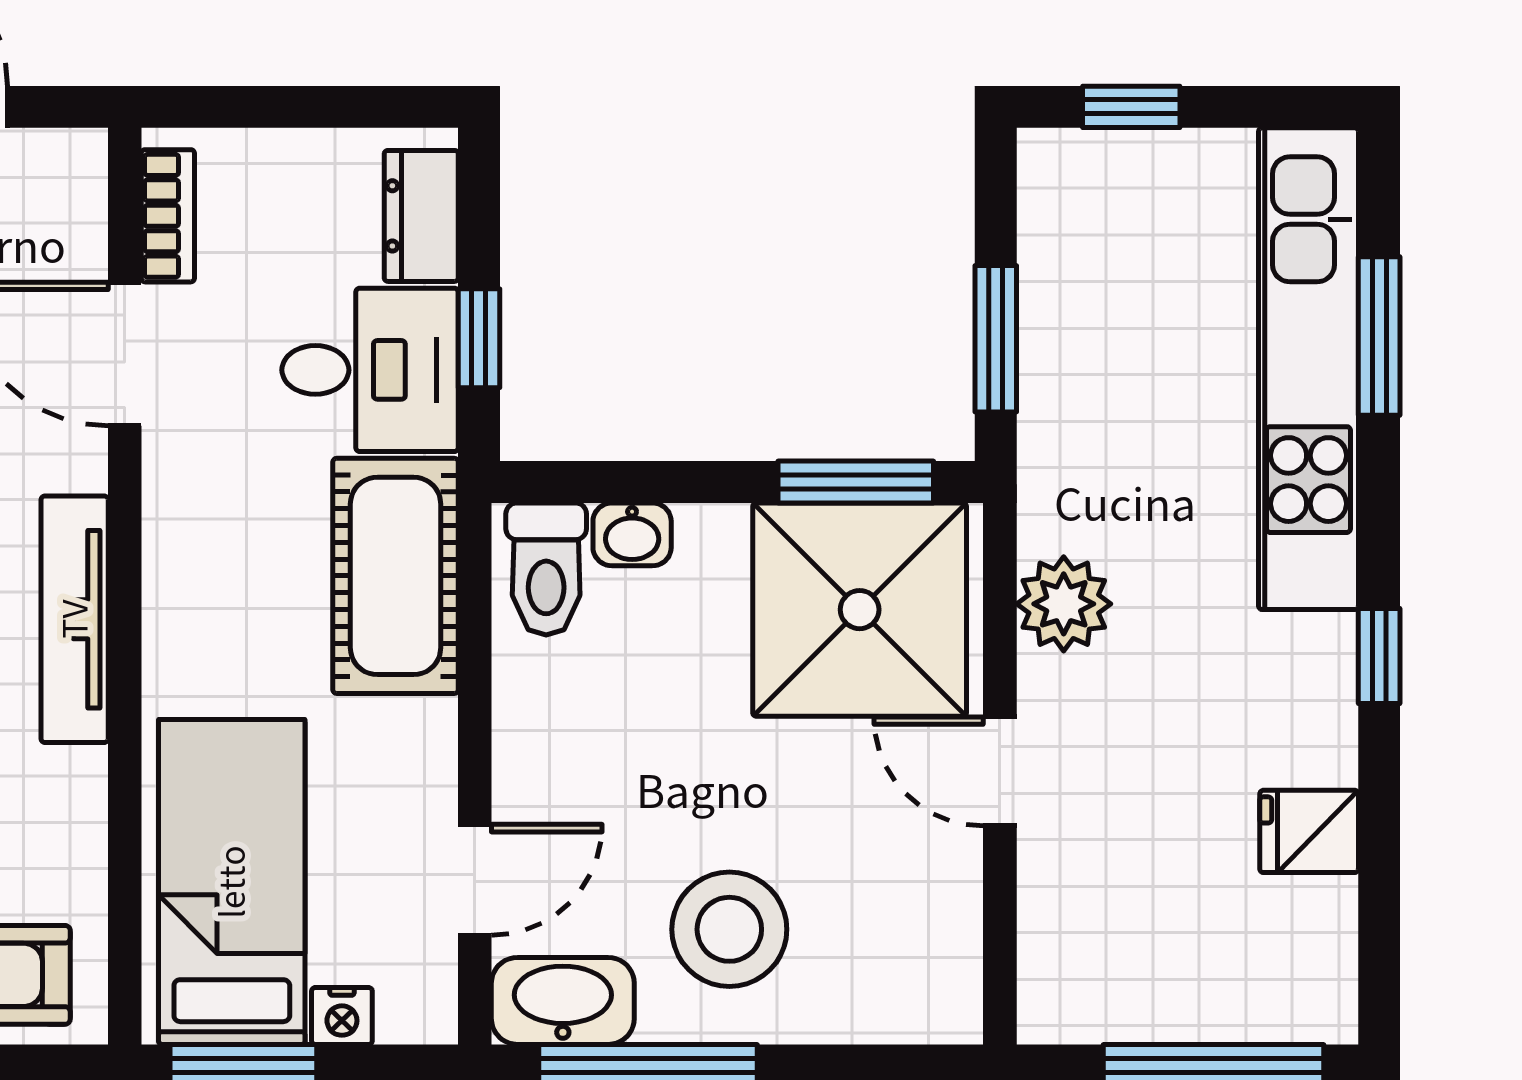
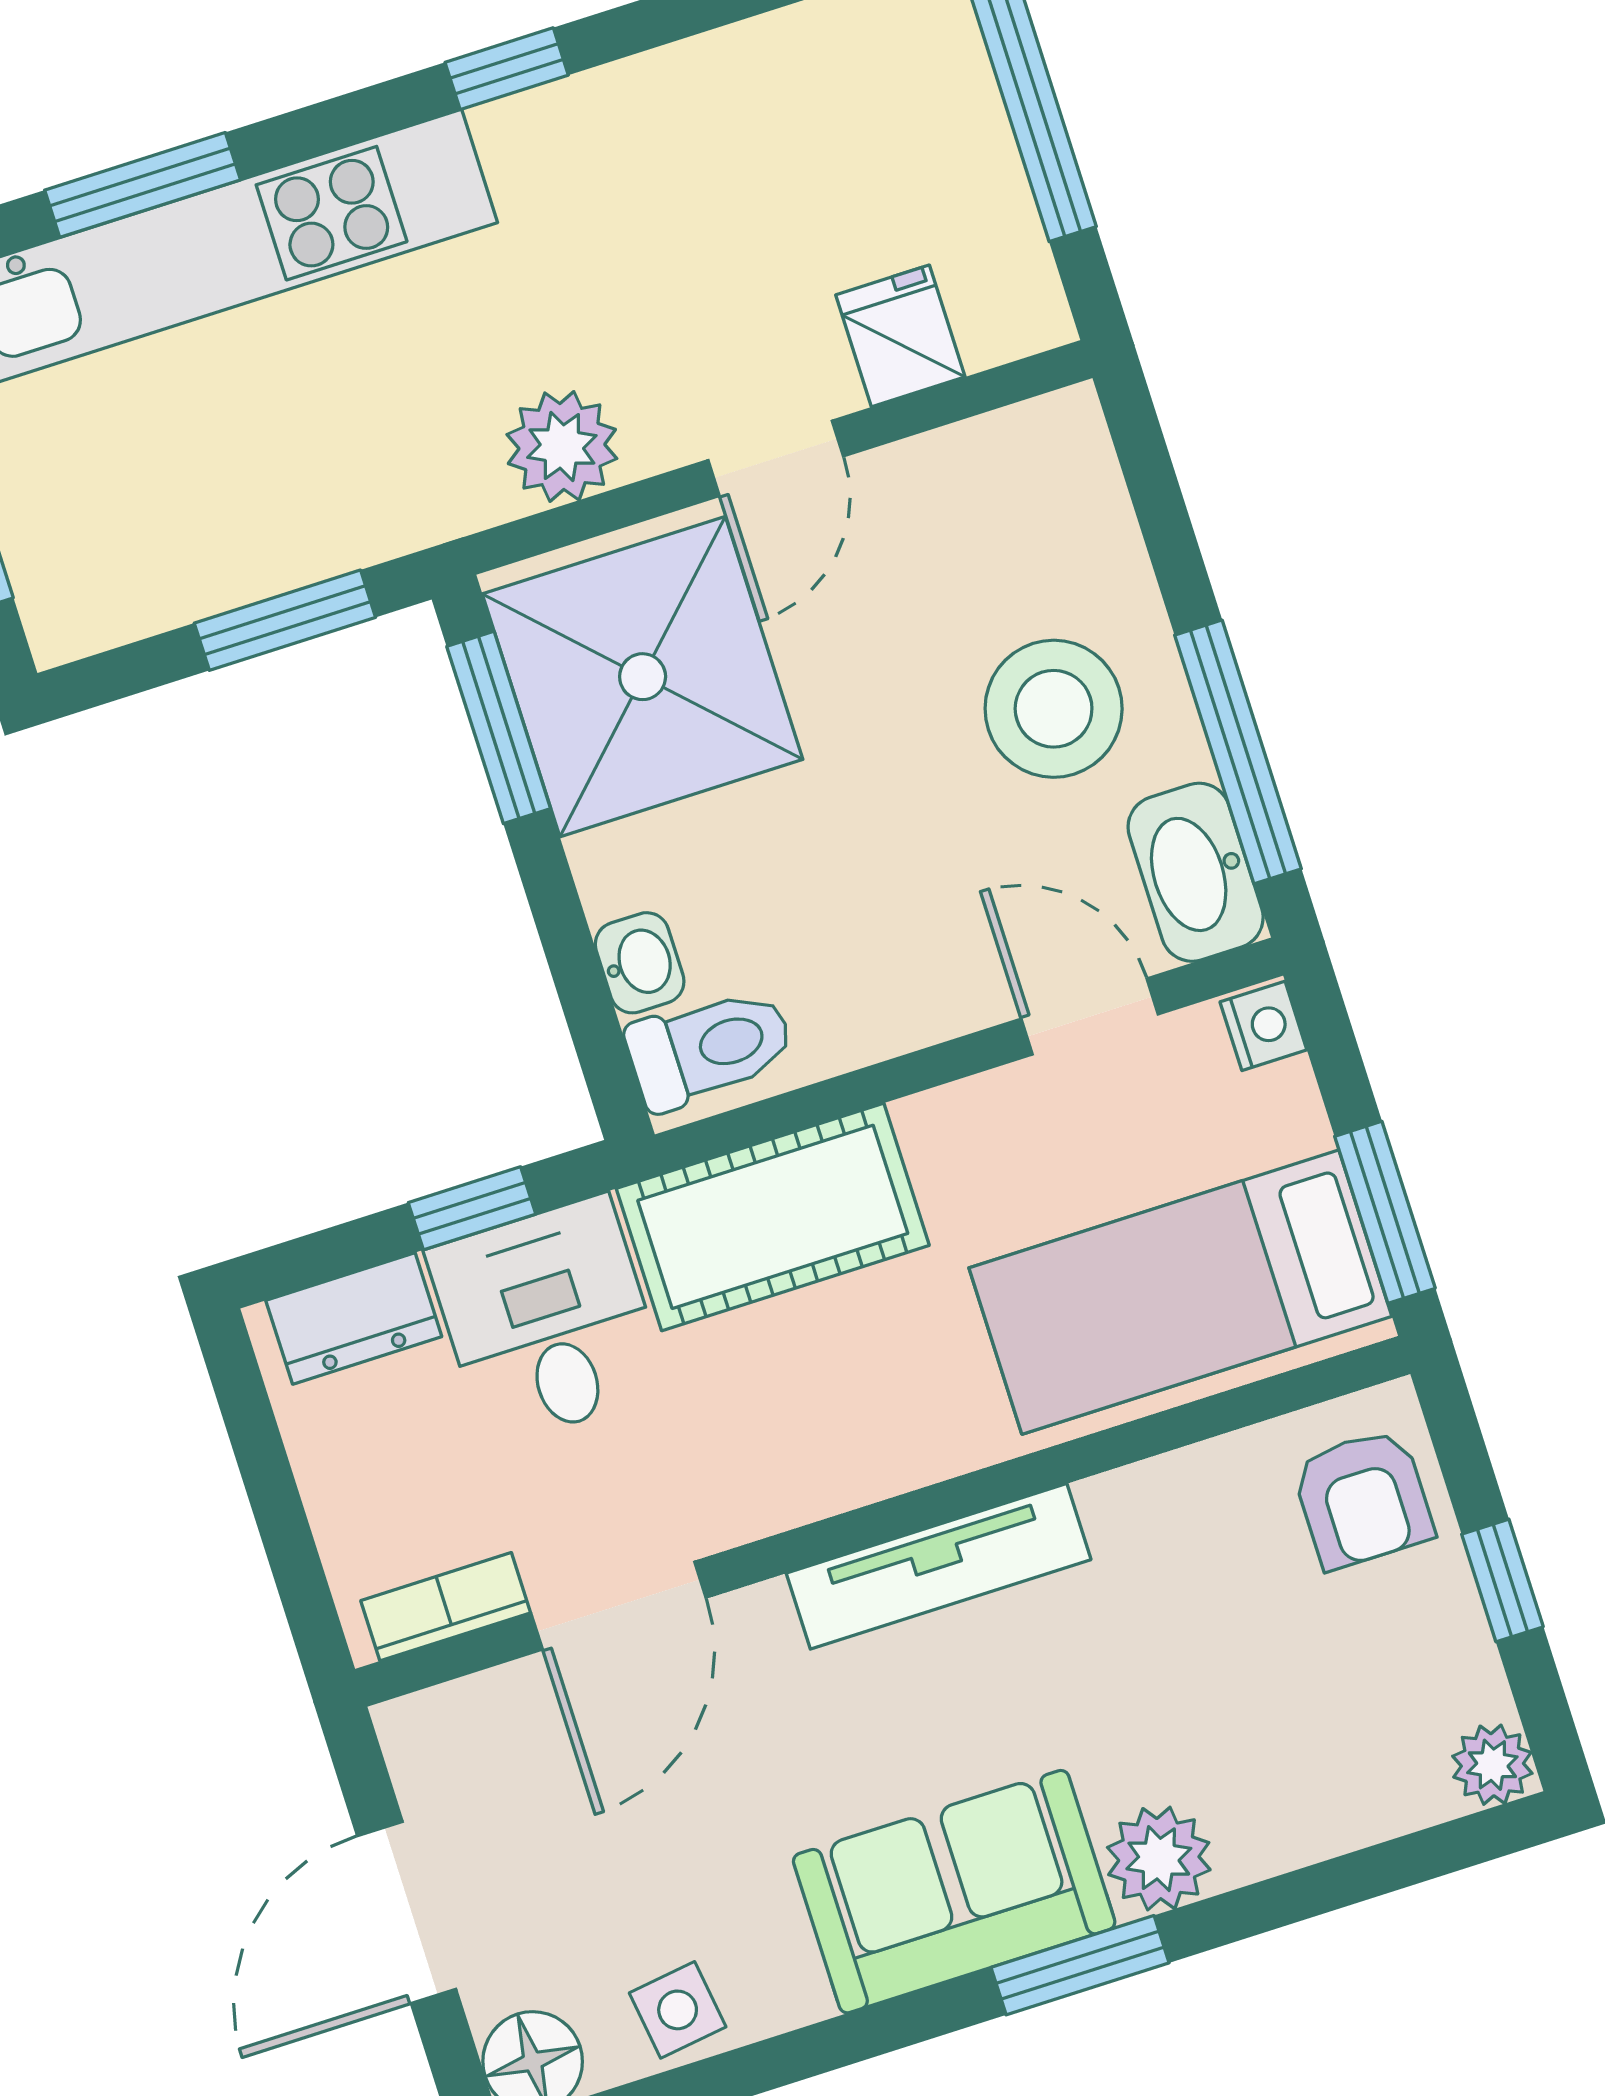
fridge: (1309, 831) -> (900, 336), moved, turned 180
nightstand: (342, 1016) -> (1263, 1026), moved

